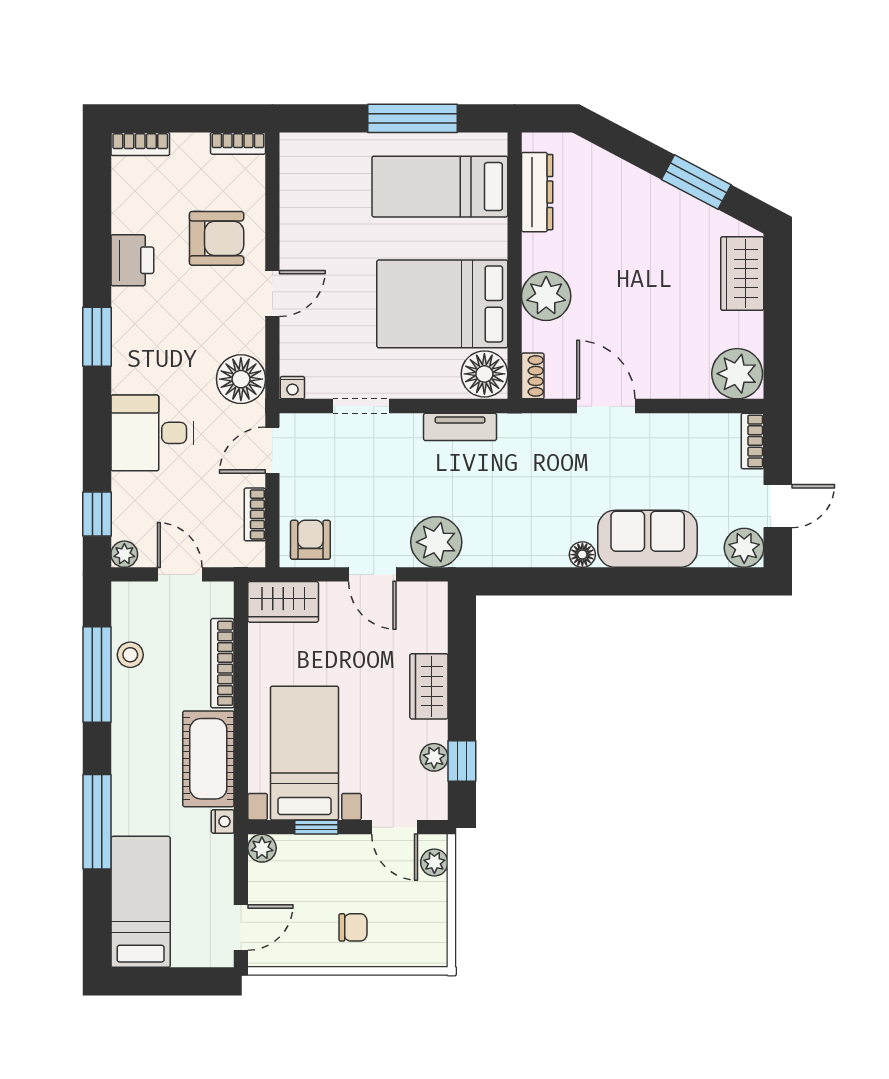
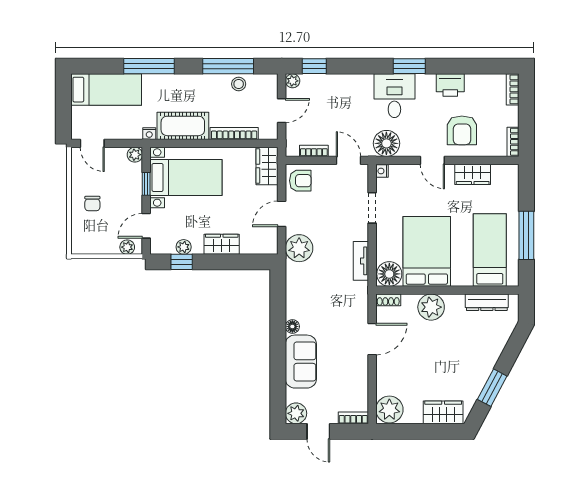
wardrobe: (299, 218) -> (473, 174), added
desk: (152, 433) -> (394, 96), moved

